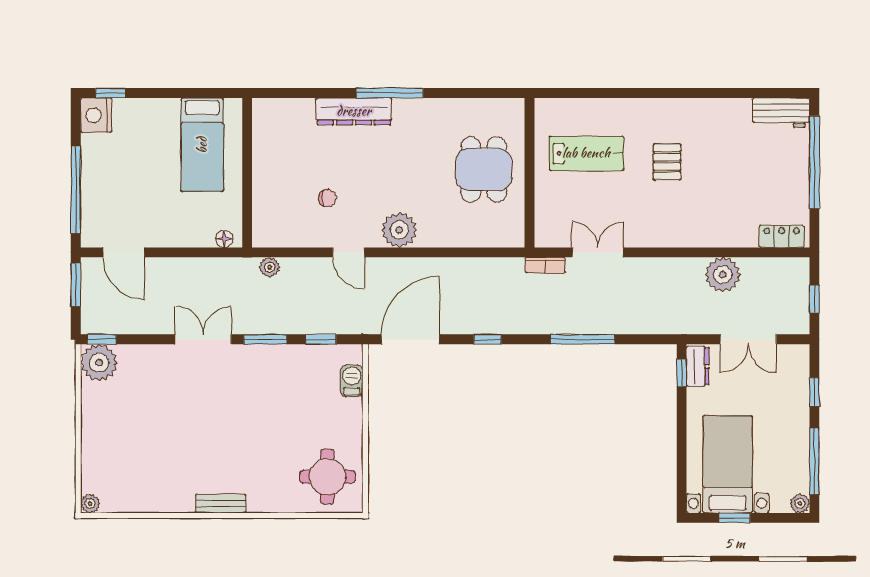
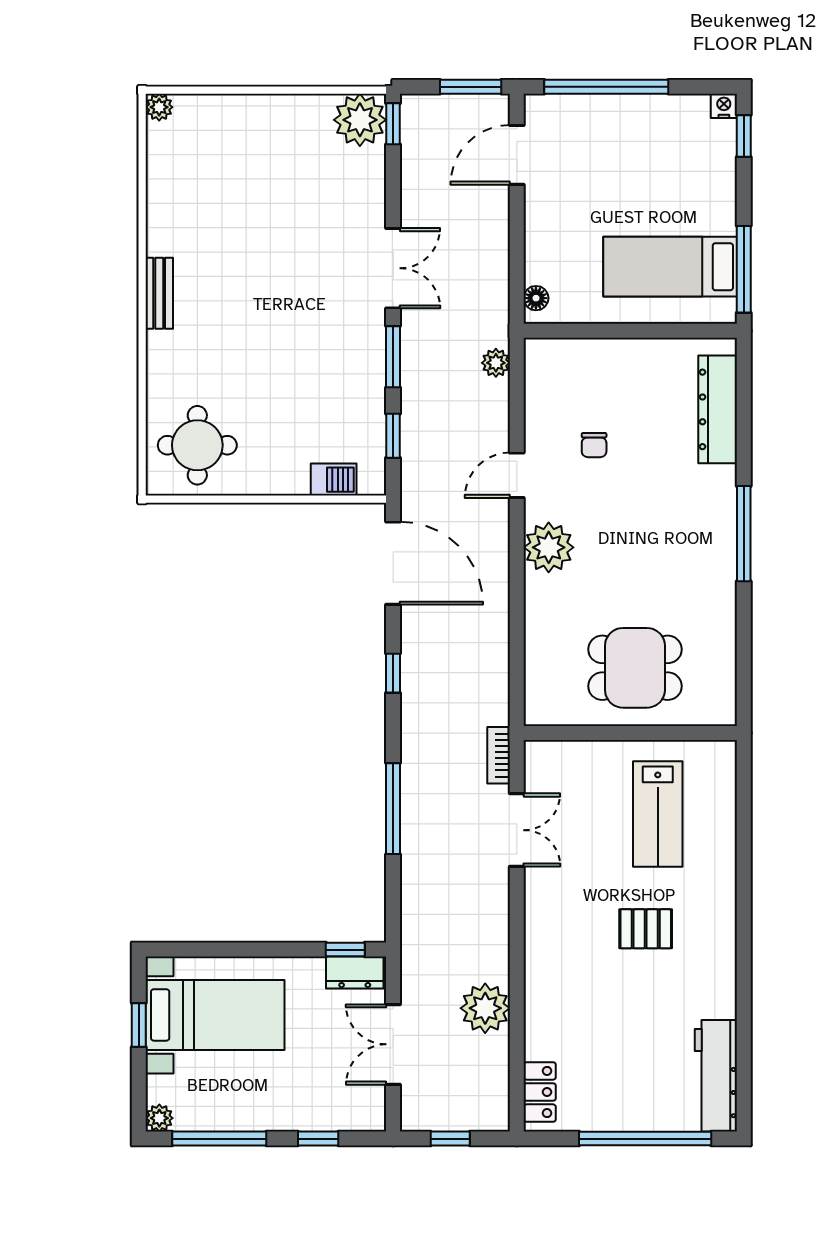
window: (204, 93) -> (744, 269), added
dresser: (354, 111) -> (718, 409), moved
workbench: (781, 113) -> (716, 1076), width x1.37
nightstand: (96, 115) -> (724, 106), width x0.53, depth x0.56

